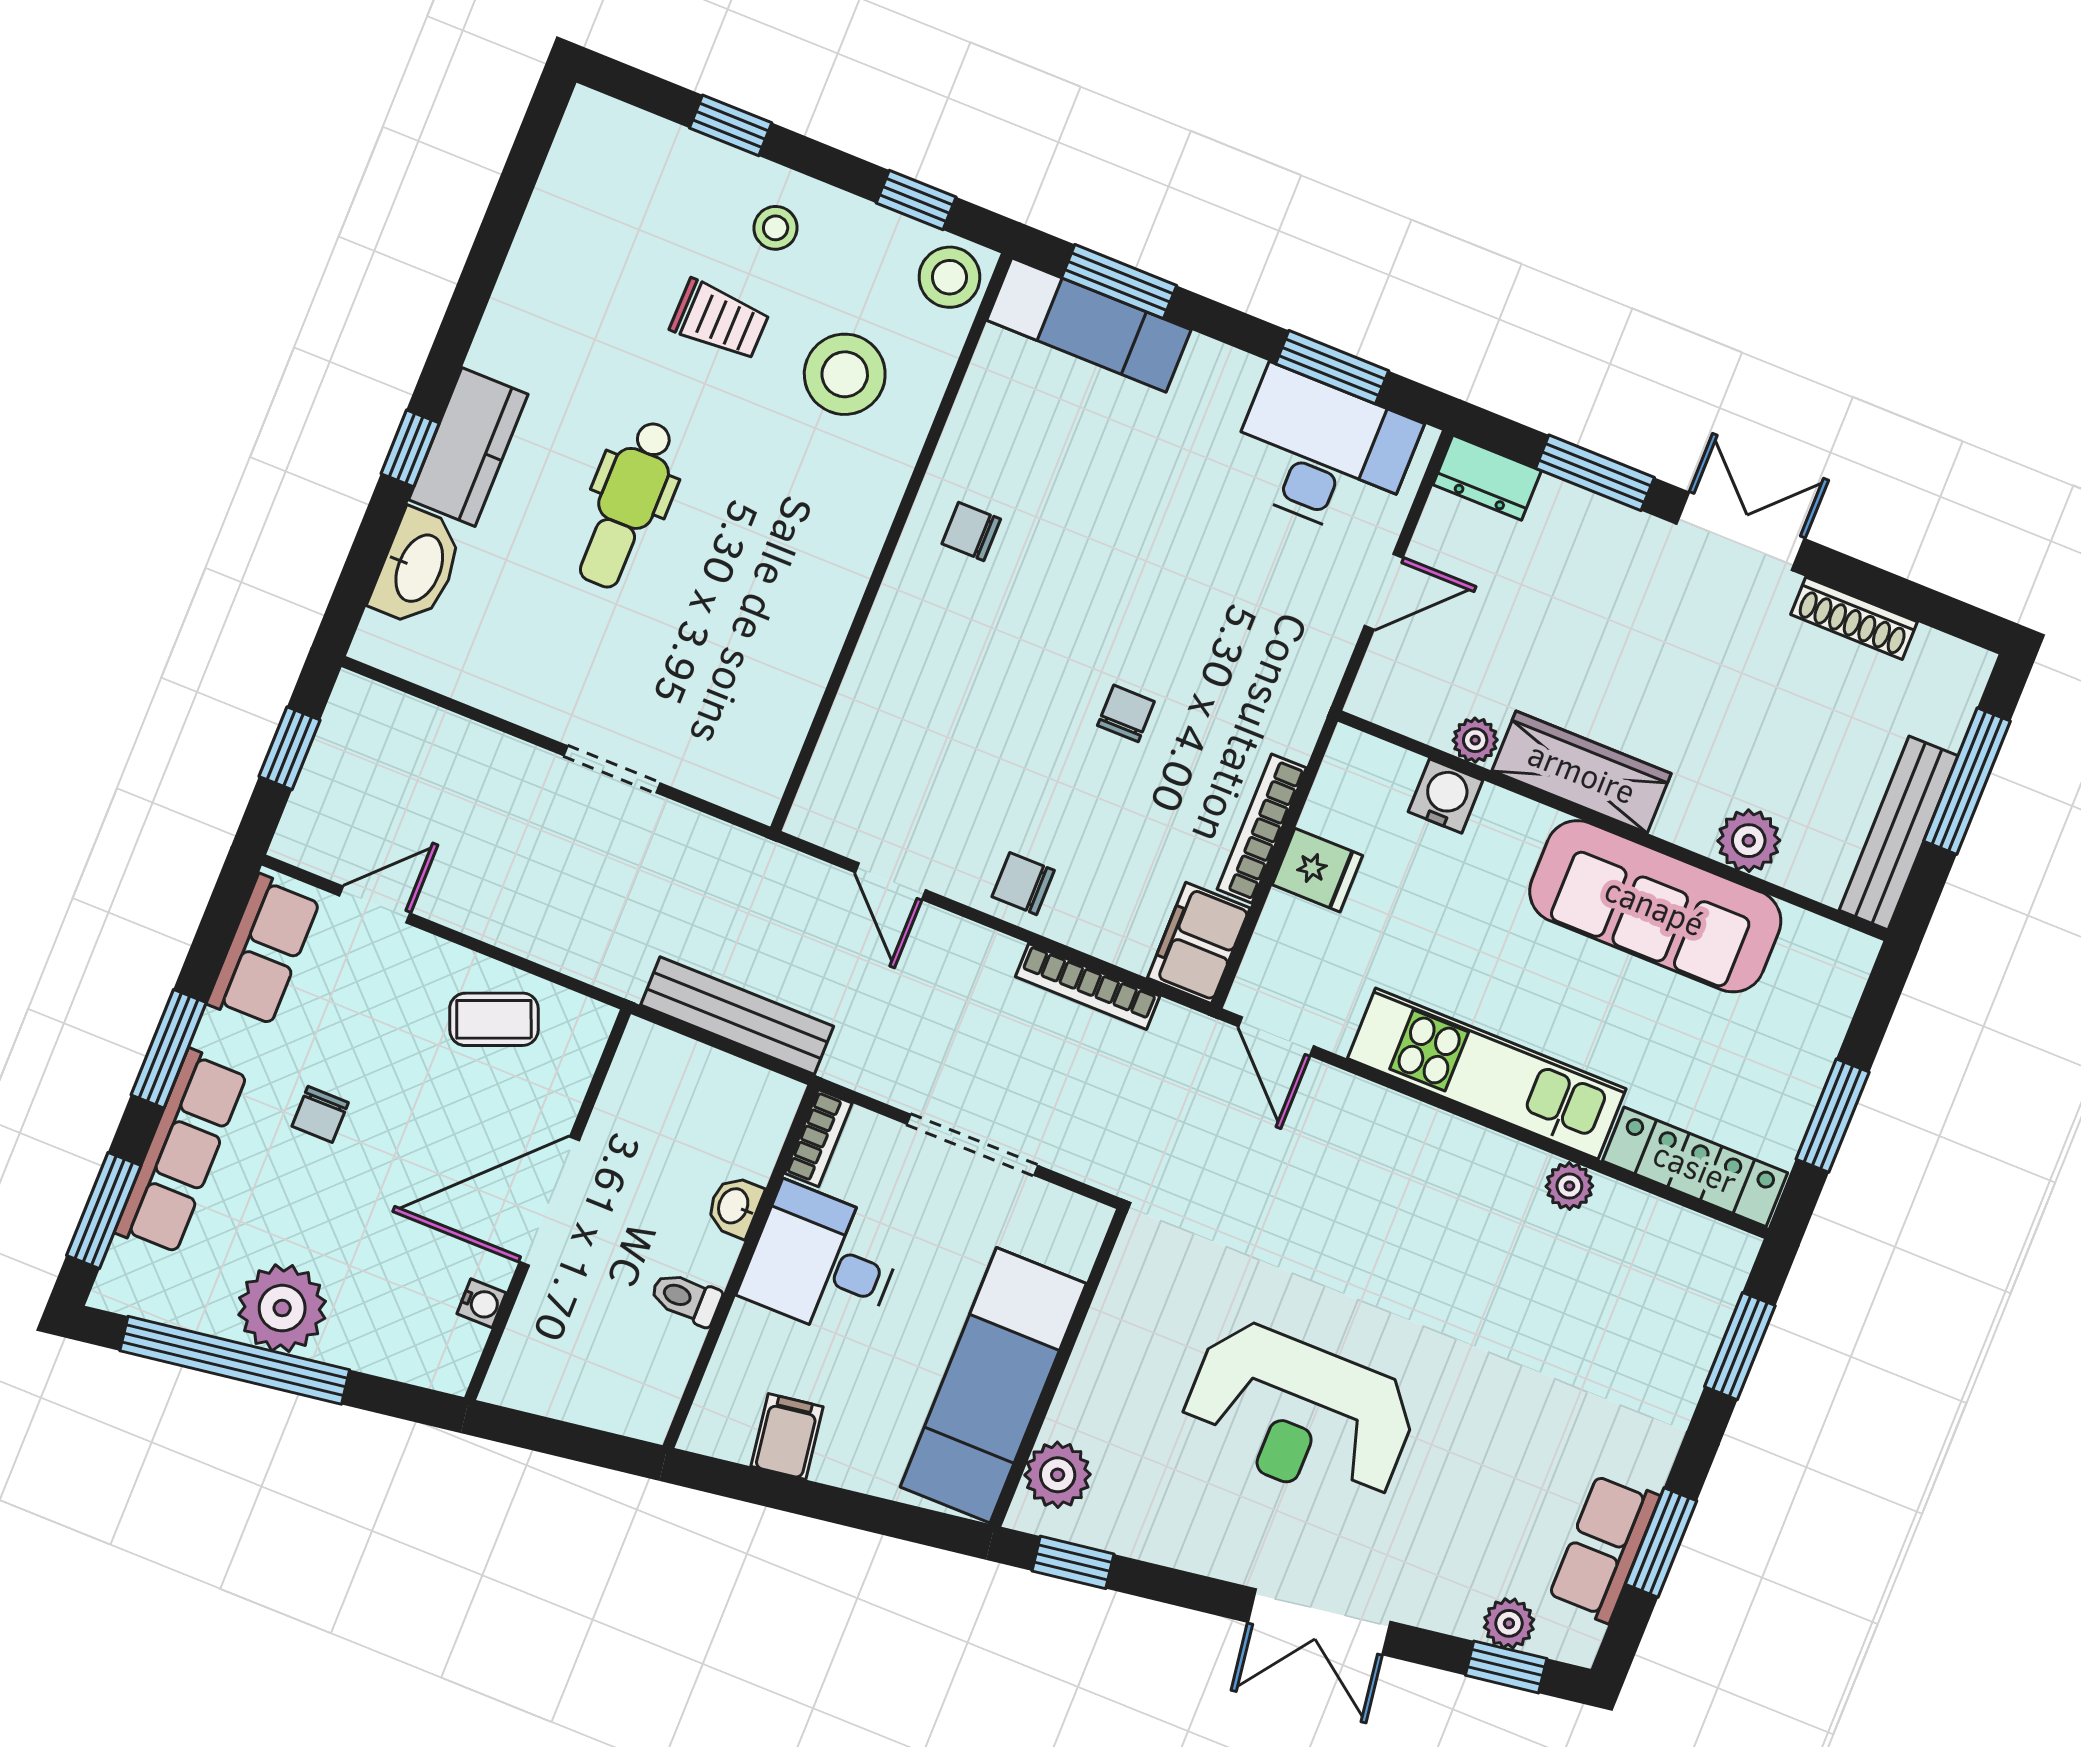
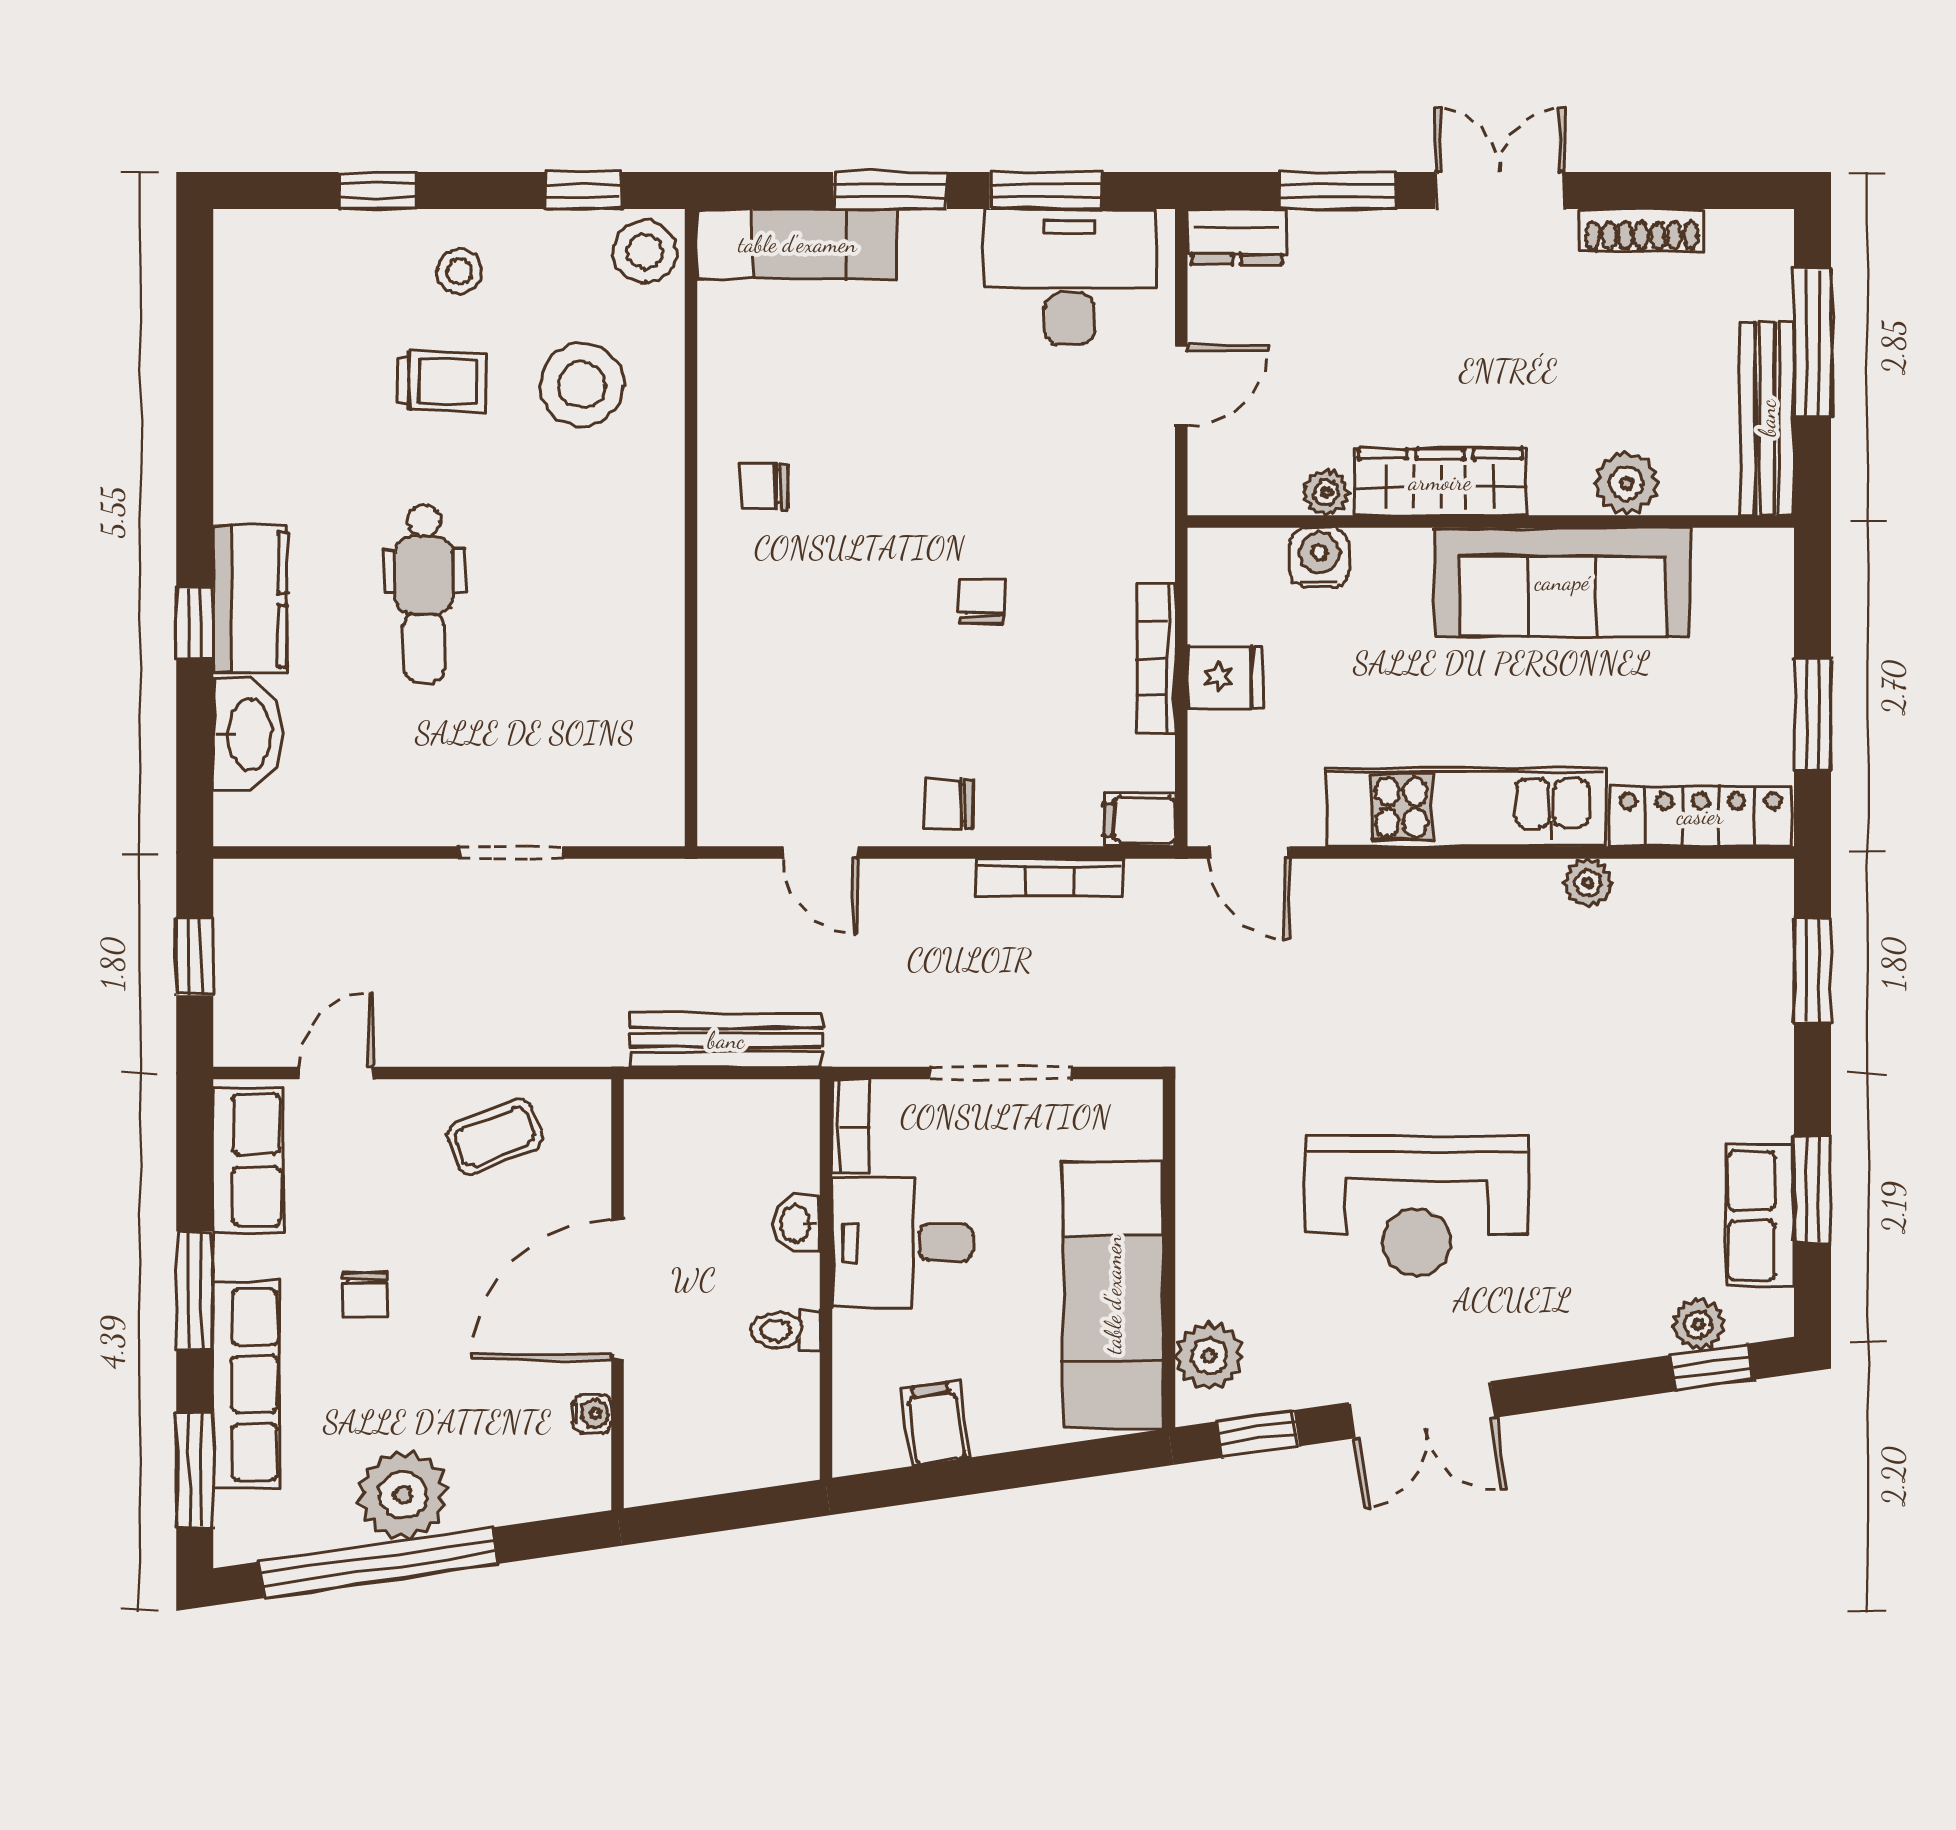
window: (1119, 282) -> (890, 191), moved
filing cabinet: (1199, 943) -> (1140, 820), width x0.50
double door: (1319, 1622) -> (1422, 1410), moved

